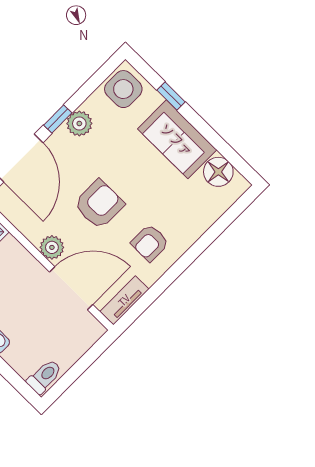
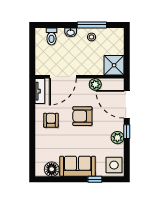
armchair: (99, 204) -> (82, 116), turned 90
plant: (52, 247) -> (95, 84), moved
toilet: (44, 376) -> (51, 36), moved

